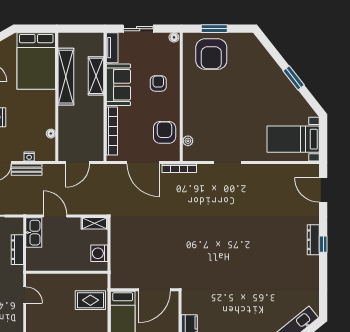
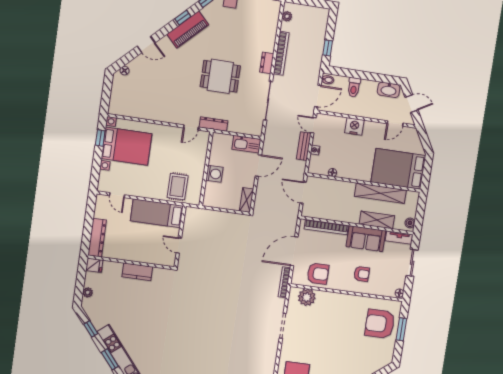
boiler: (94, 38) -> (410, 223), added
plant: (188, 141) -> (307, 297), width x1.88, depth x1.88
dresser: (17, 250) -> (213, 124), moved
washing machine: (99, 253) -> (214, 174), moved, turned 90
door: (154, 290) -> (179, 245), width x0.53

